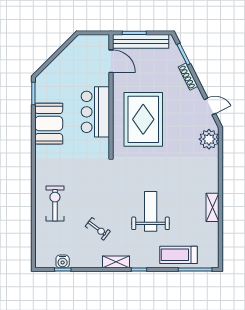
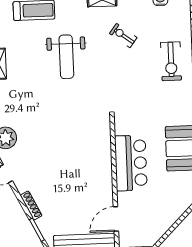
door: (111, 61) -> (116, 219), hinge flipped
rug: (143, 119) -> (78, 157), removed

